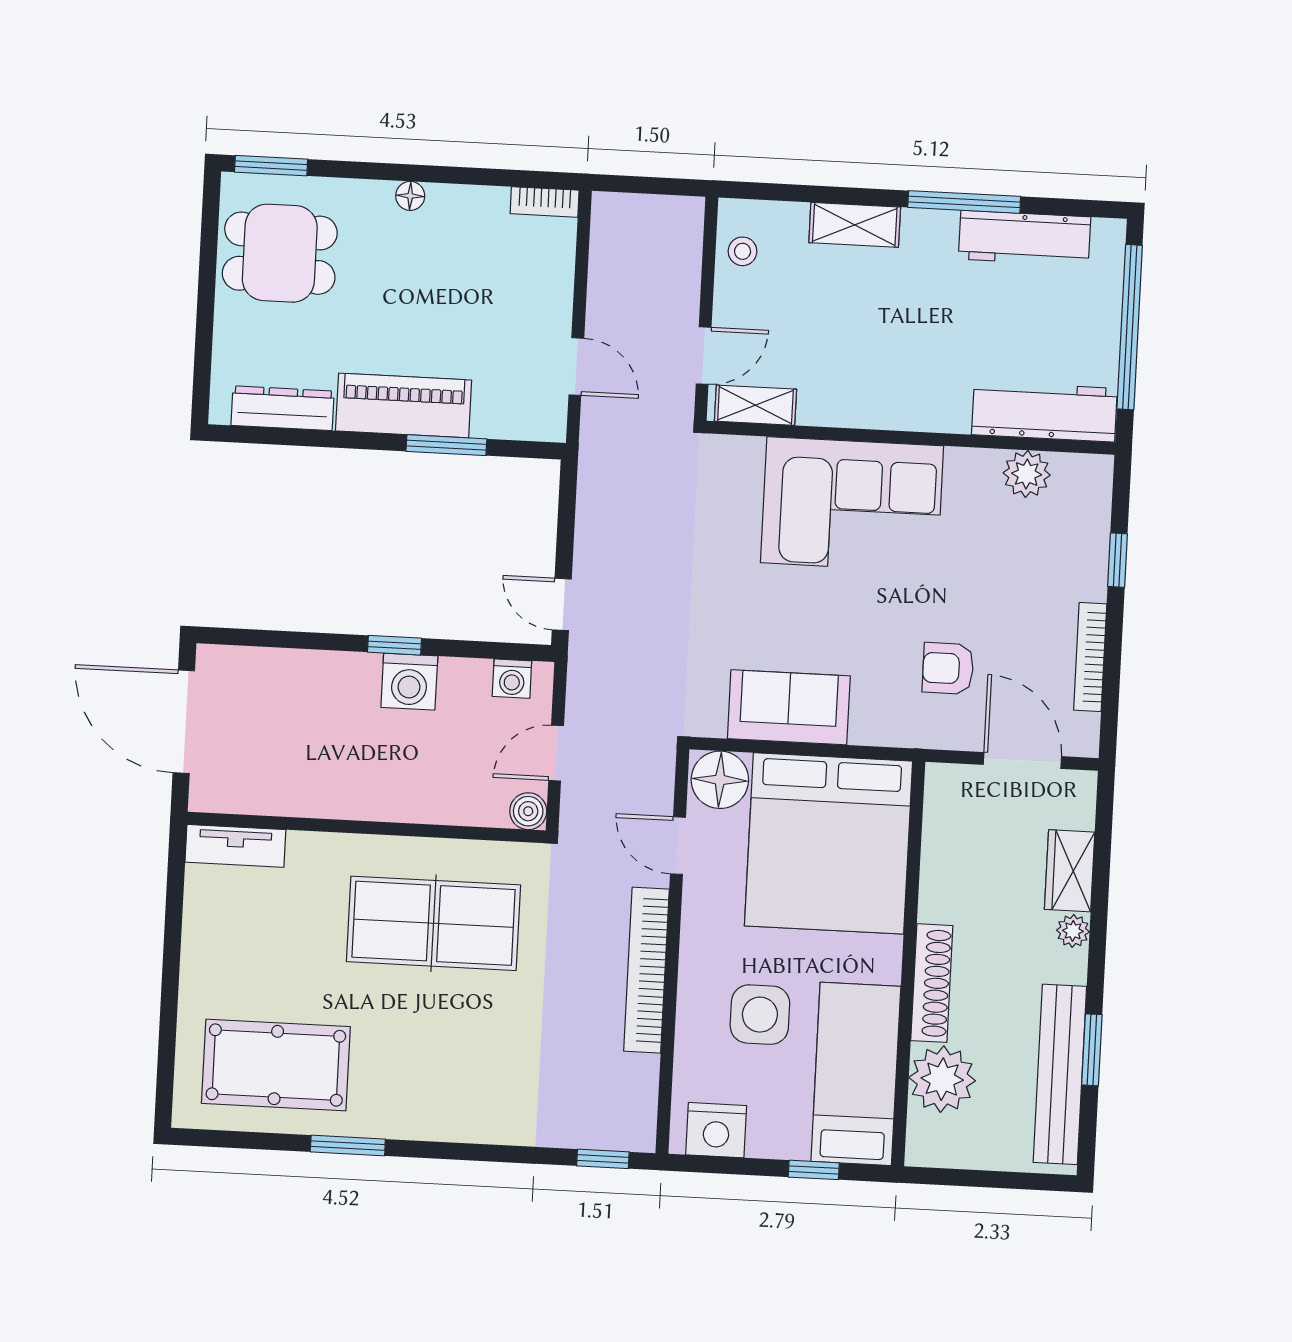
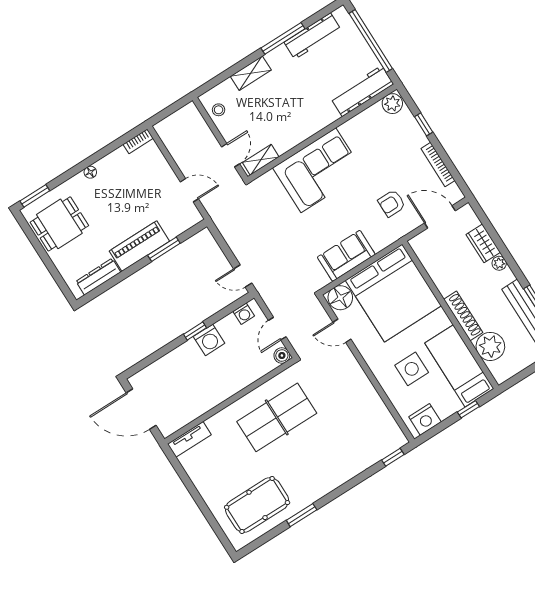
plant: (1027, 474) -> (392, 104), moved
bookcase: (646, 970) -> (362, 381), removed

